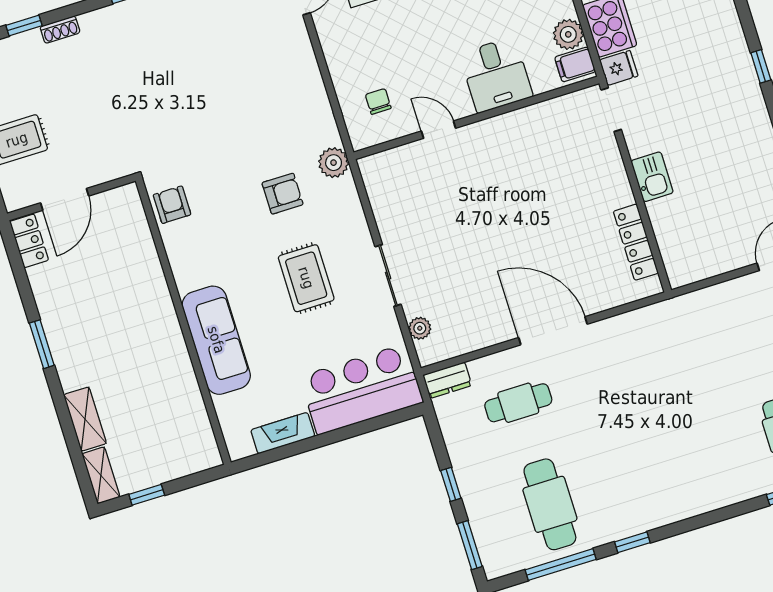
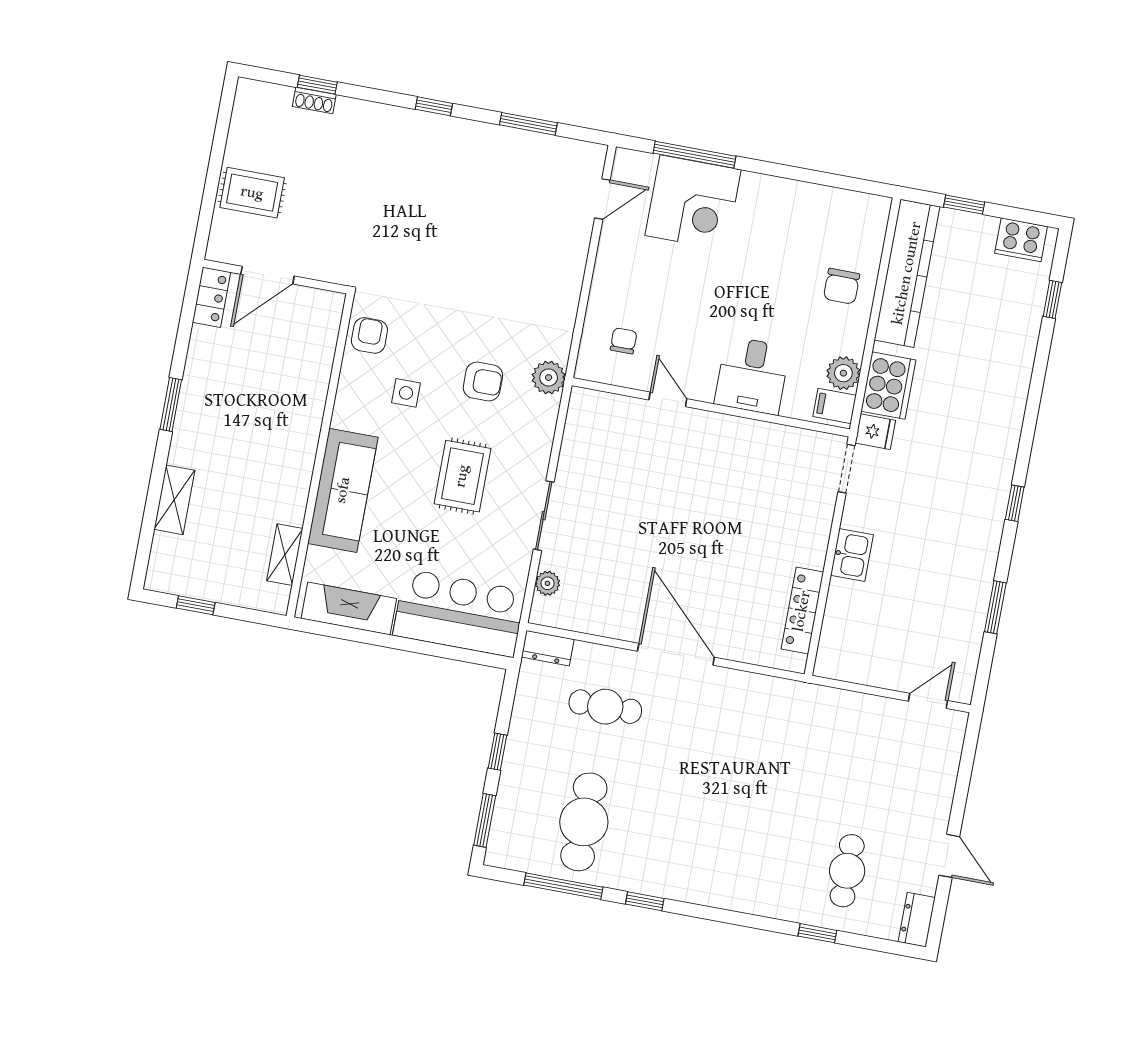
shoe rack: (60, 30) -> (314, 101), moved
side table: (226, 235) -> (406, 393), added
fireplace: (283, 433) -> (349, 609), width x1.37, depth x1.32
shelving: (101, 475) -> (285, 555), moved

